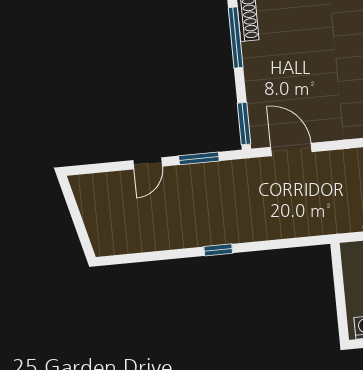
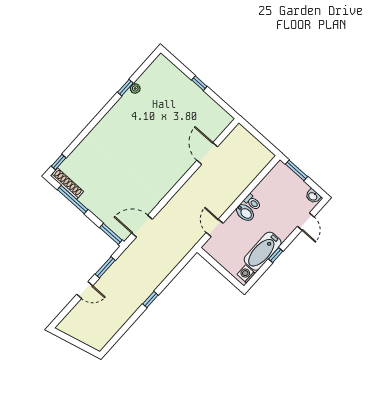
door: (148, 163) -> (85, 290), hinge flipped

